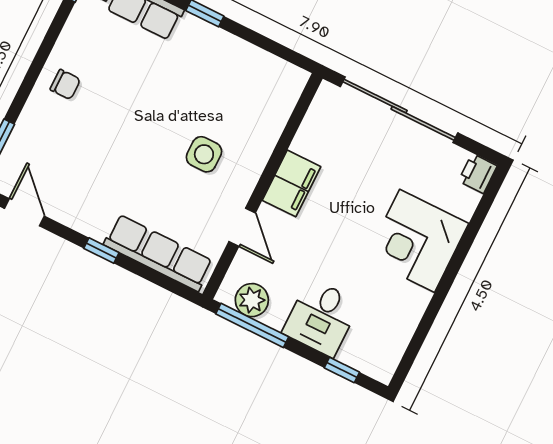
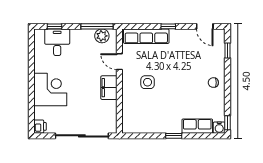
desk: (321, 318) -> (57, 42), moved

